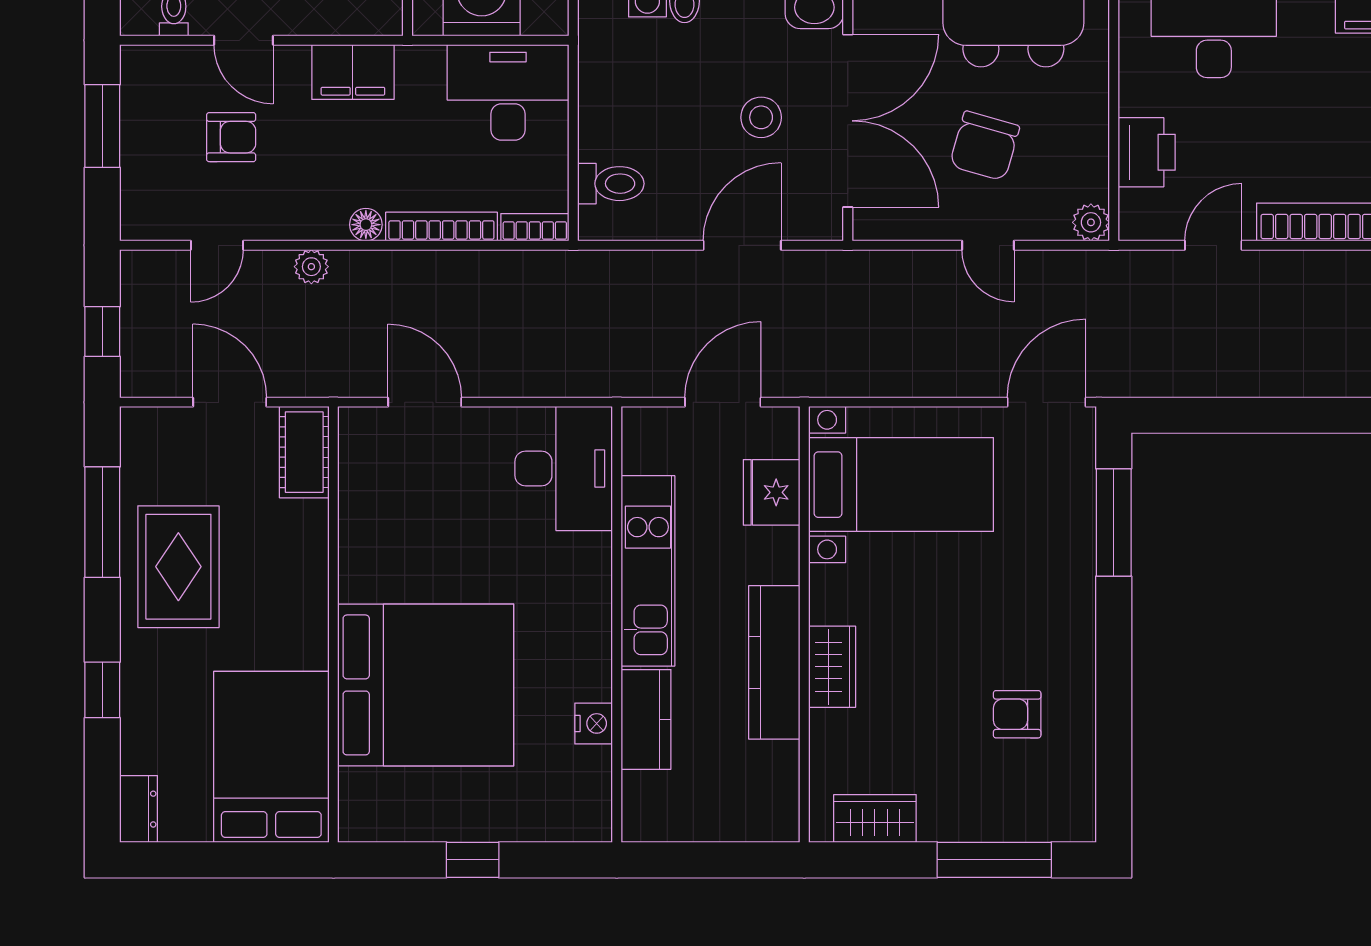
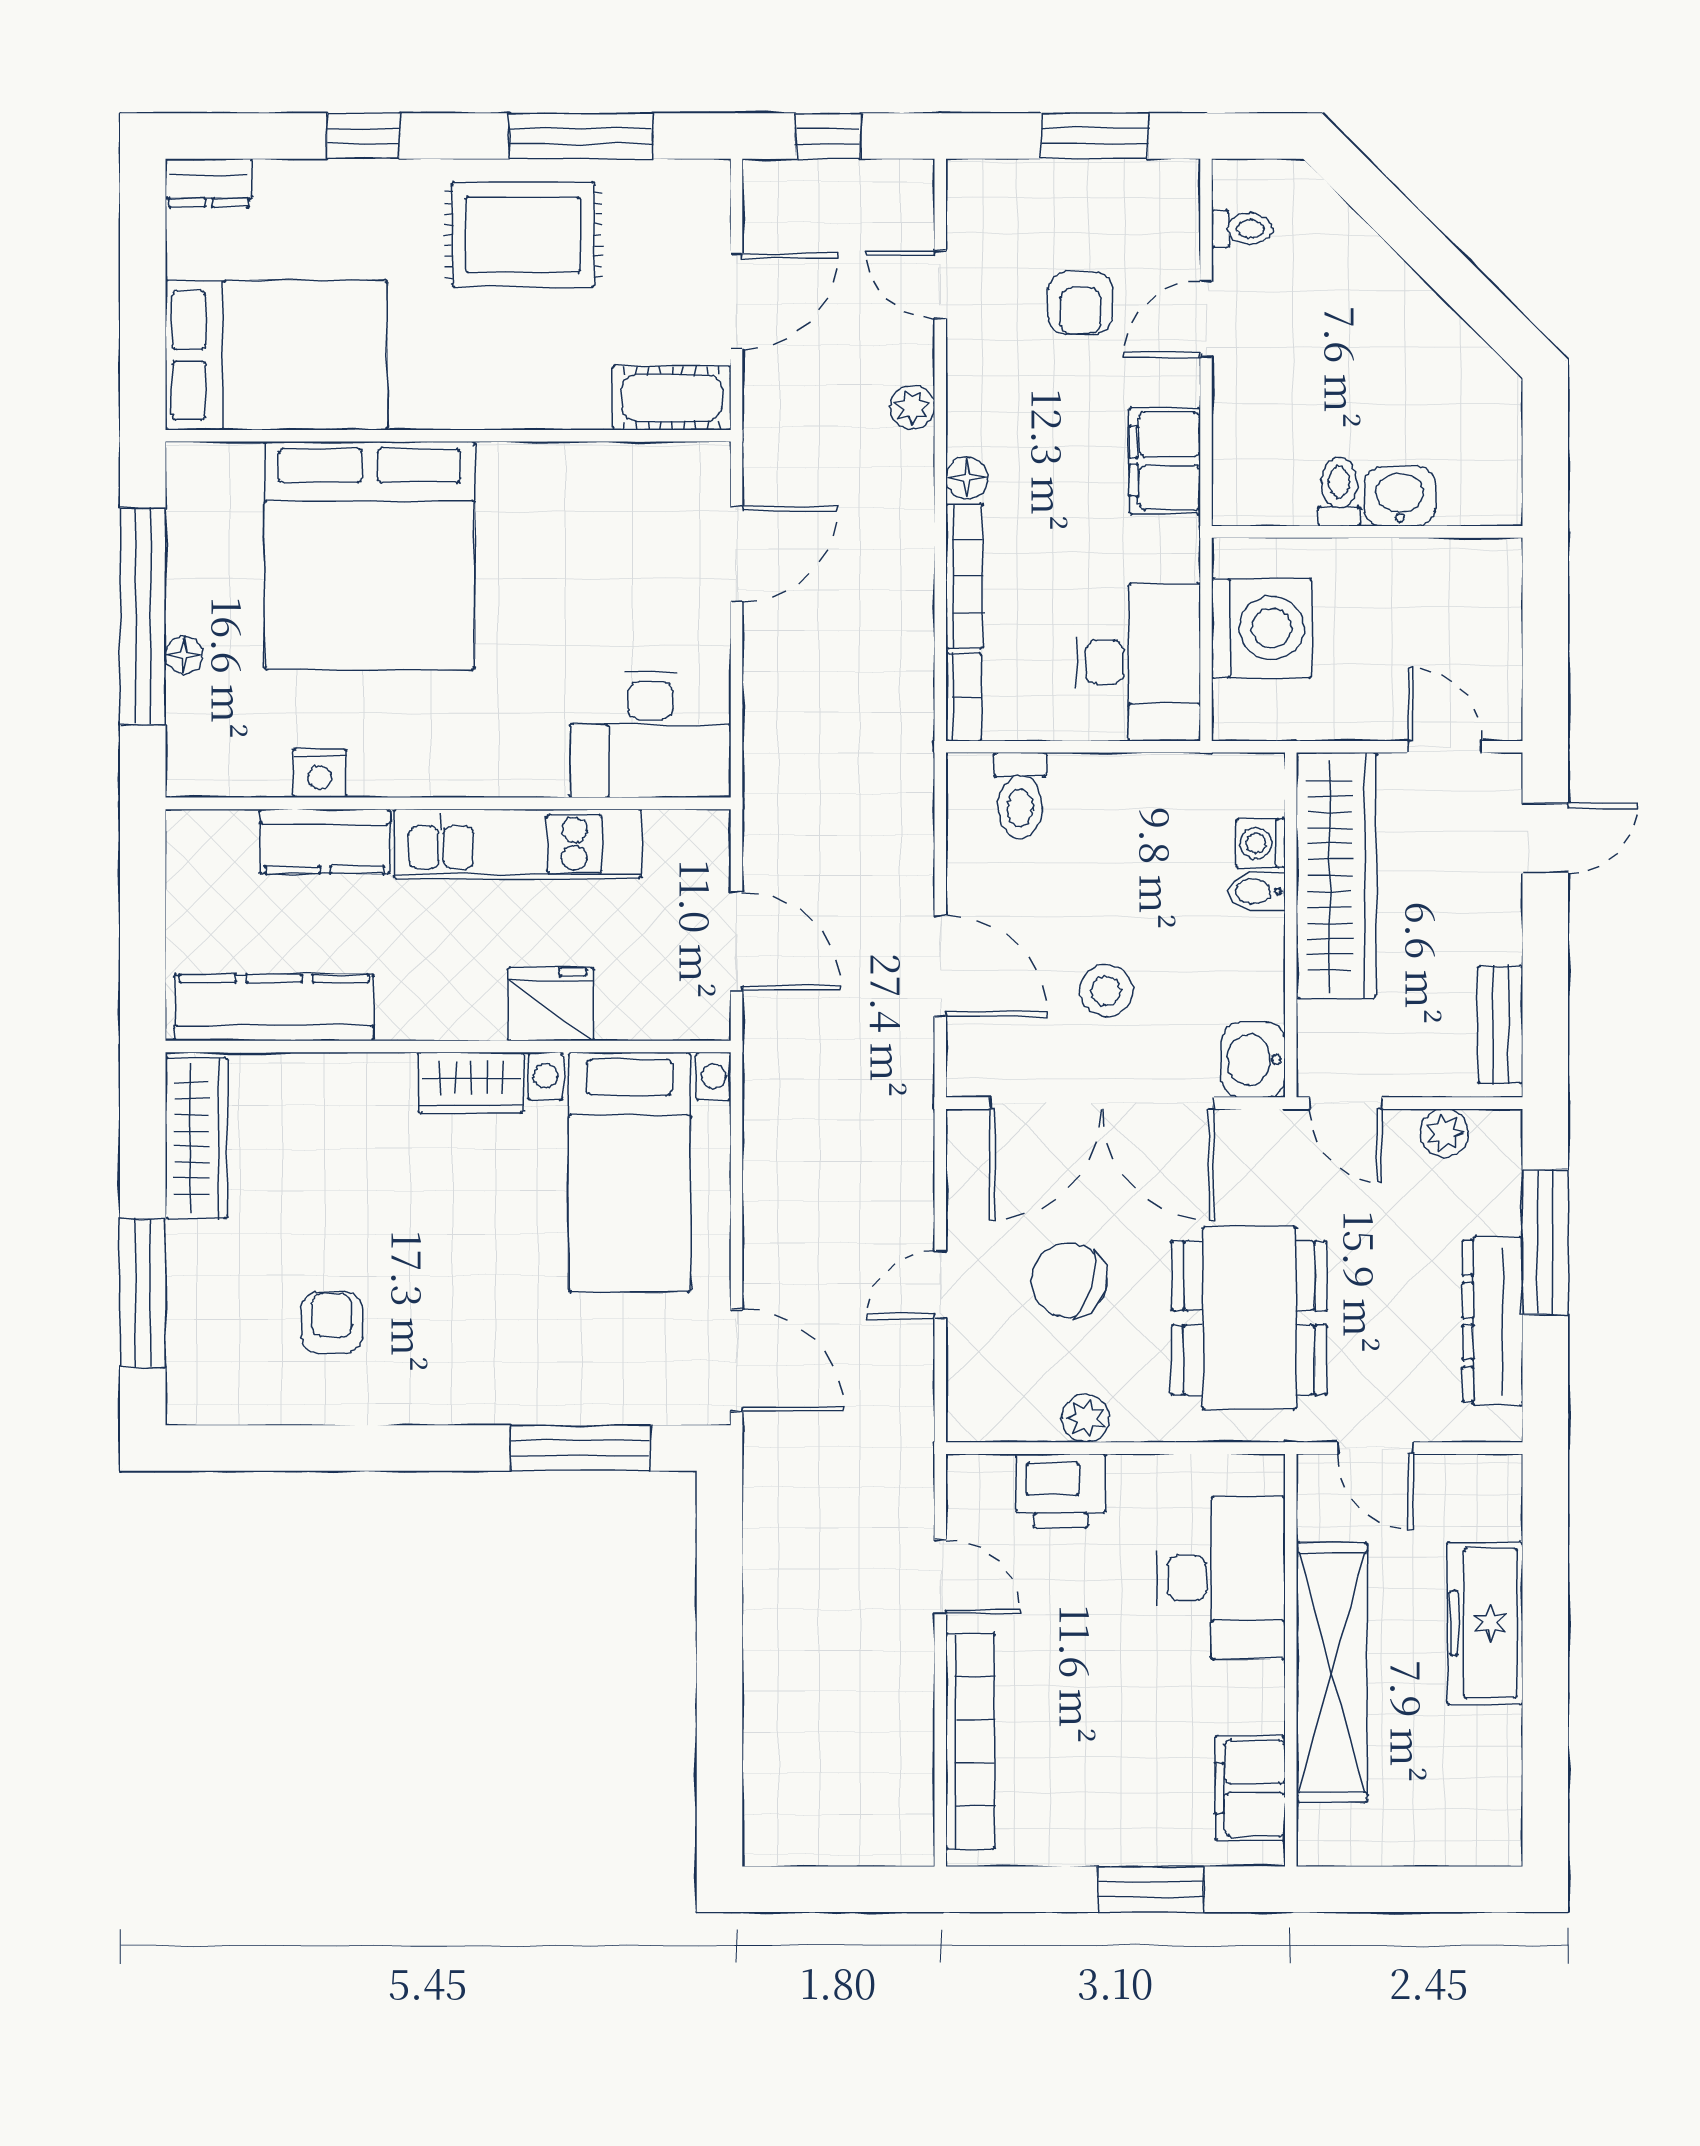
plant: (1091, 222) -> (1086, 1418), moved
fridge: (772, 492) -> (551, 1004), moved
kitchen counter: (774, 662) -> (274, 1008), moved
wardrobe: (832, 667) -> (471, 1083), moved
wardrobe: (875, 819) -> (196, 1138), width x1.50
floor lamp: (503, 828) -> (184, 655), added
window: (473, 860) -> (143, 616), width x3.17

